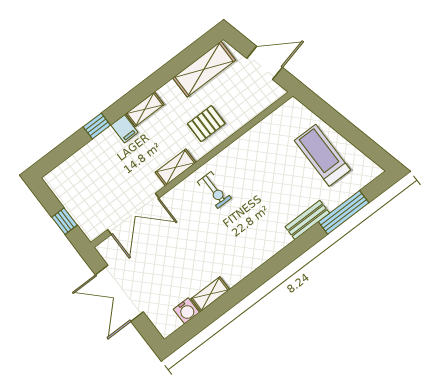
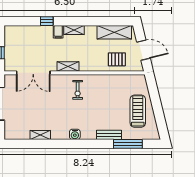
pallet: (206, 124) -> (117, 59), moved
water cooler: (186, 311) -> (75, 134), moved

